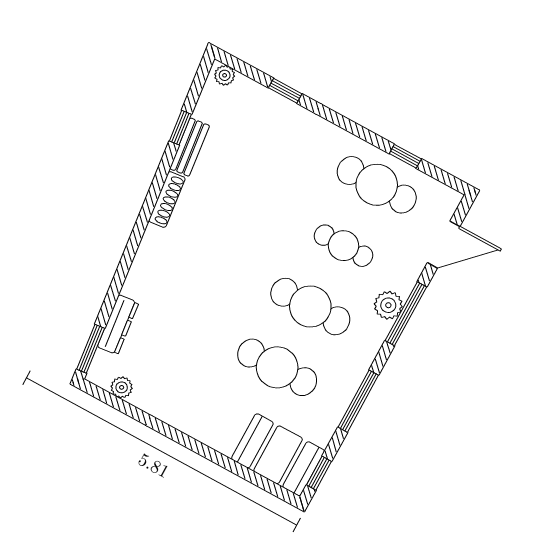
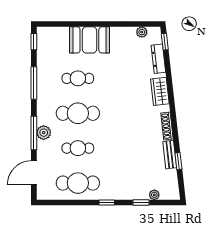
plant: (225, 75) -> (154, 195), moved
window: (405, 156) -> (107, 203), moved
wardrobe: (146, 267) -> (160, 91), added
window: (91, 349) -> (165, 42), width x0.67
cafe table: (277, 367) -> (78, 78), width x0.73, depth x0.74
booth: (278, 455) -> (89, 40), moved

